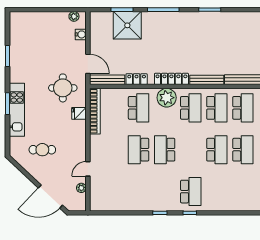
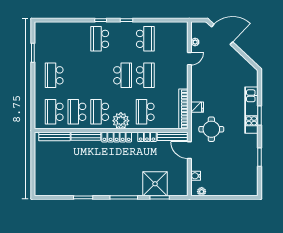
cafe table: (42, 150) -> (229, 75), removed
school desk: (217, 150) -> (145, 39), moved, turned 180

